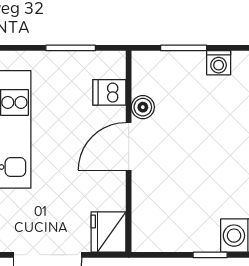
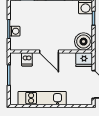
washing machine: (219, 63) -> (15, 31), moved
boiler: (143, 107) -> (84, 42), moved, width x1.86, depth x1.86

